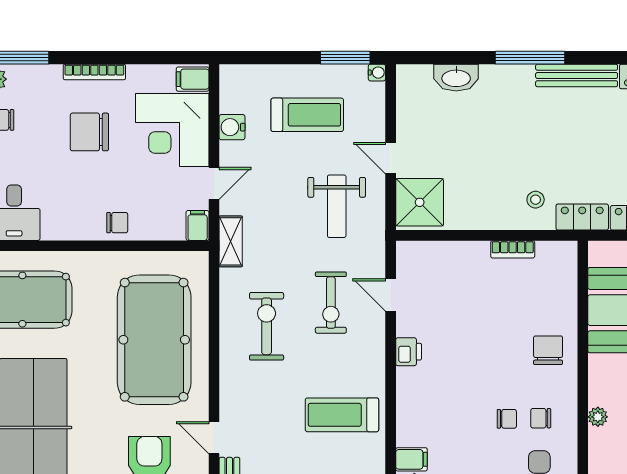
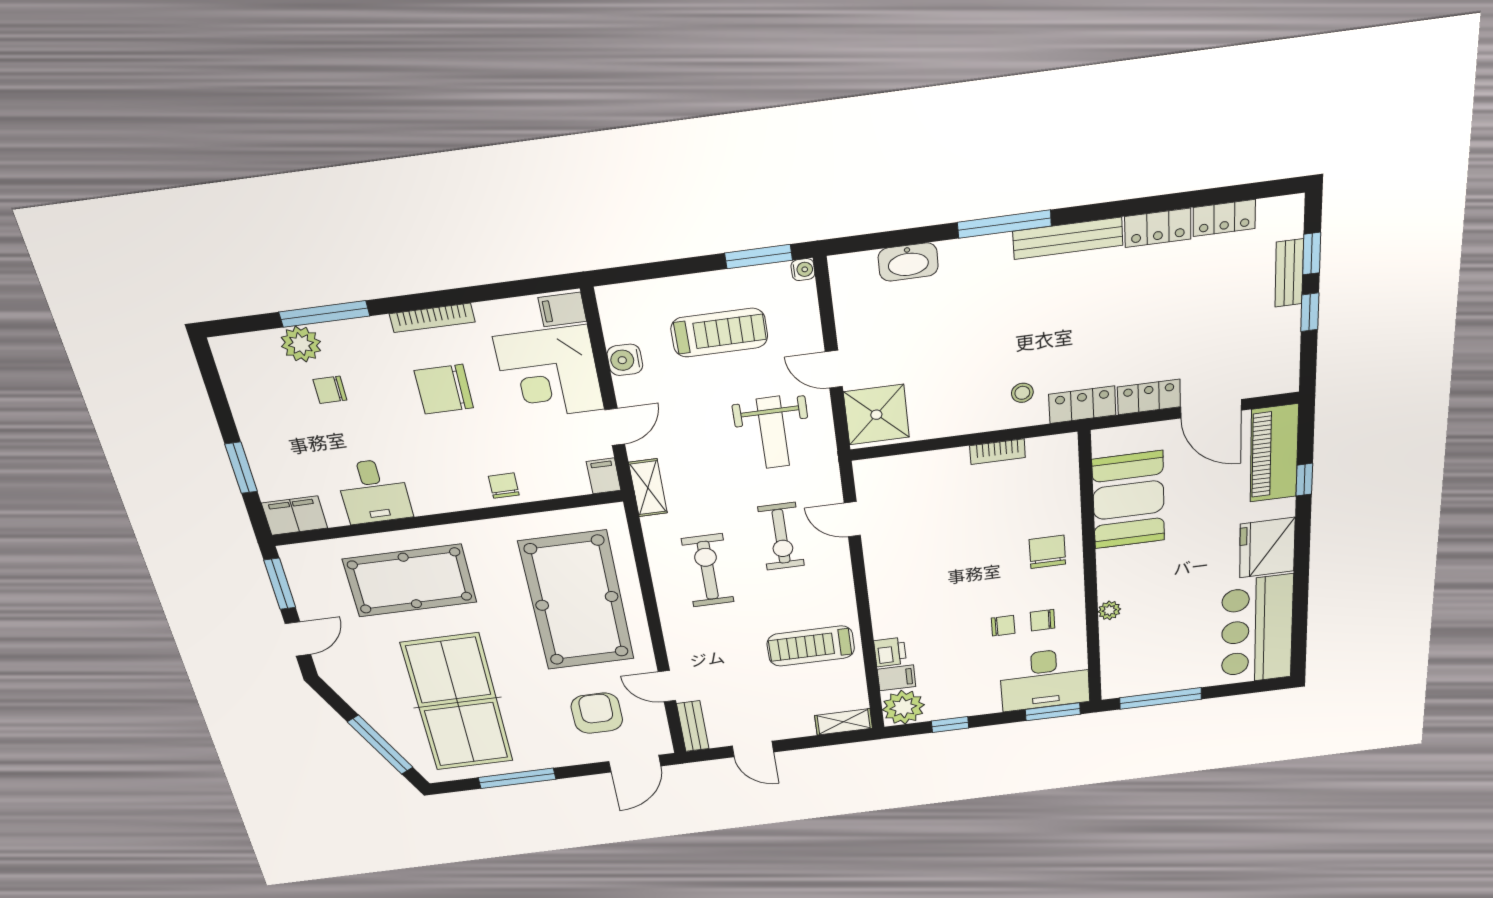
chair: (117, 223) -> (504, 486), turned -90
printer: (409, 352) -> (890, 652), moved

